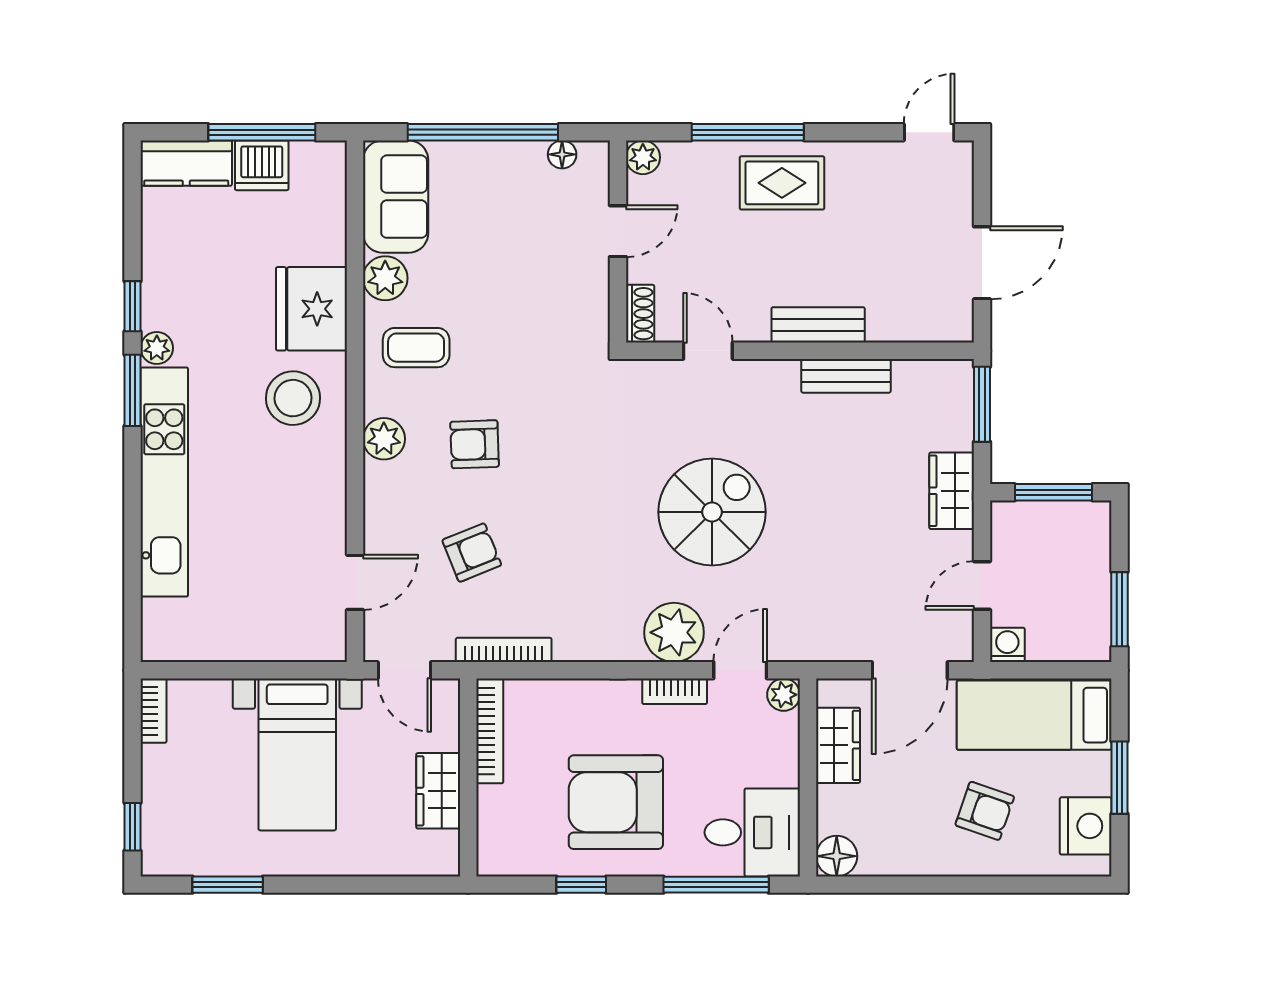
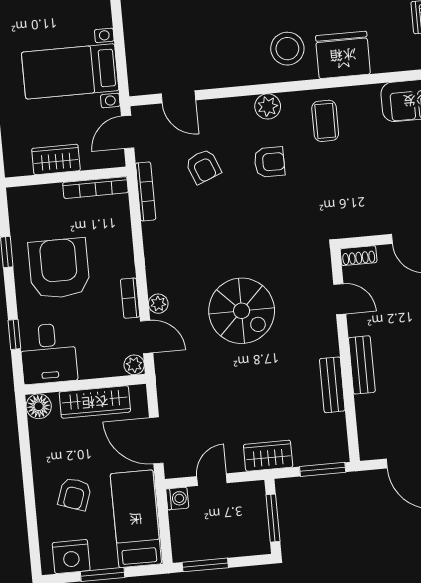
plant: (385, 278) -> (366, 98), removed
door: (708, 351) -> (340, 299), hinge flipped
armchair: (475, 444) -> (269, 162), turned 92
door: (982, 586) -> (212, 480), hinge flipped
plant: (674, 632) -> (158, 304), width x0.53, depth x0.53
wardrobe: (838, 745) -> (95, 402), width x1.50
window: (716, 885) -> (14, 334), width x0.46

